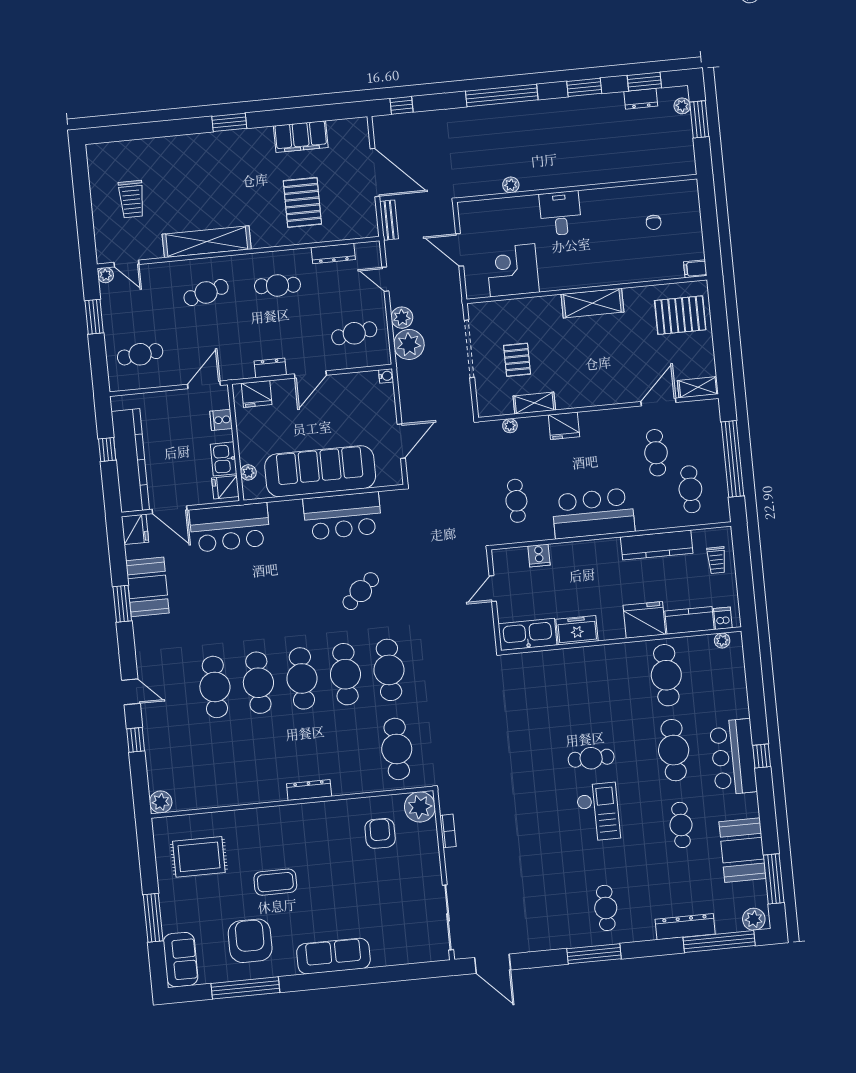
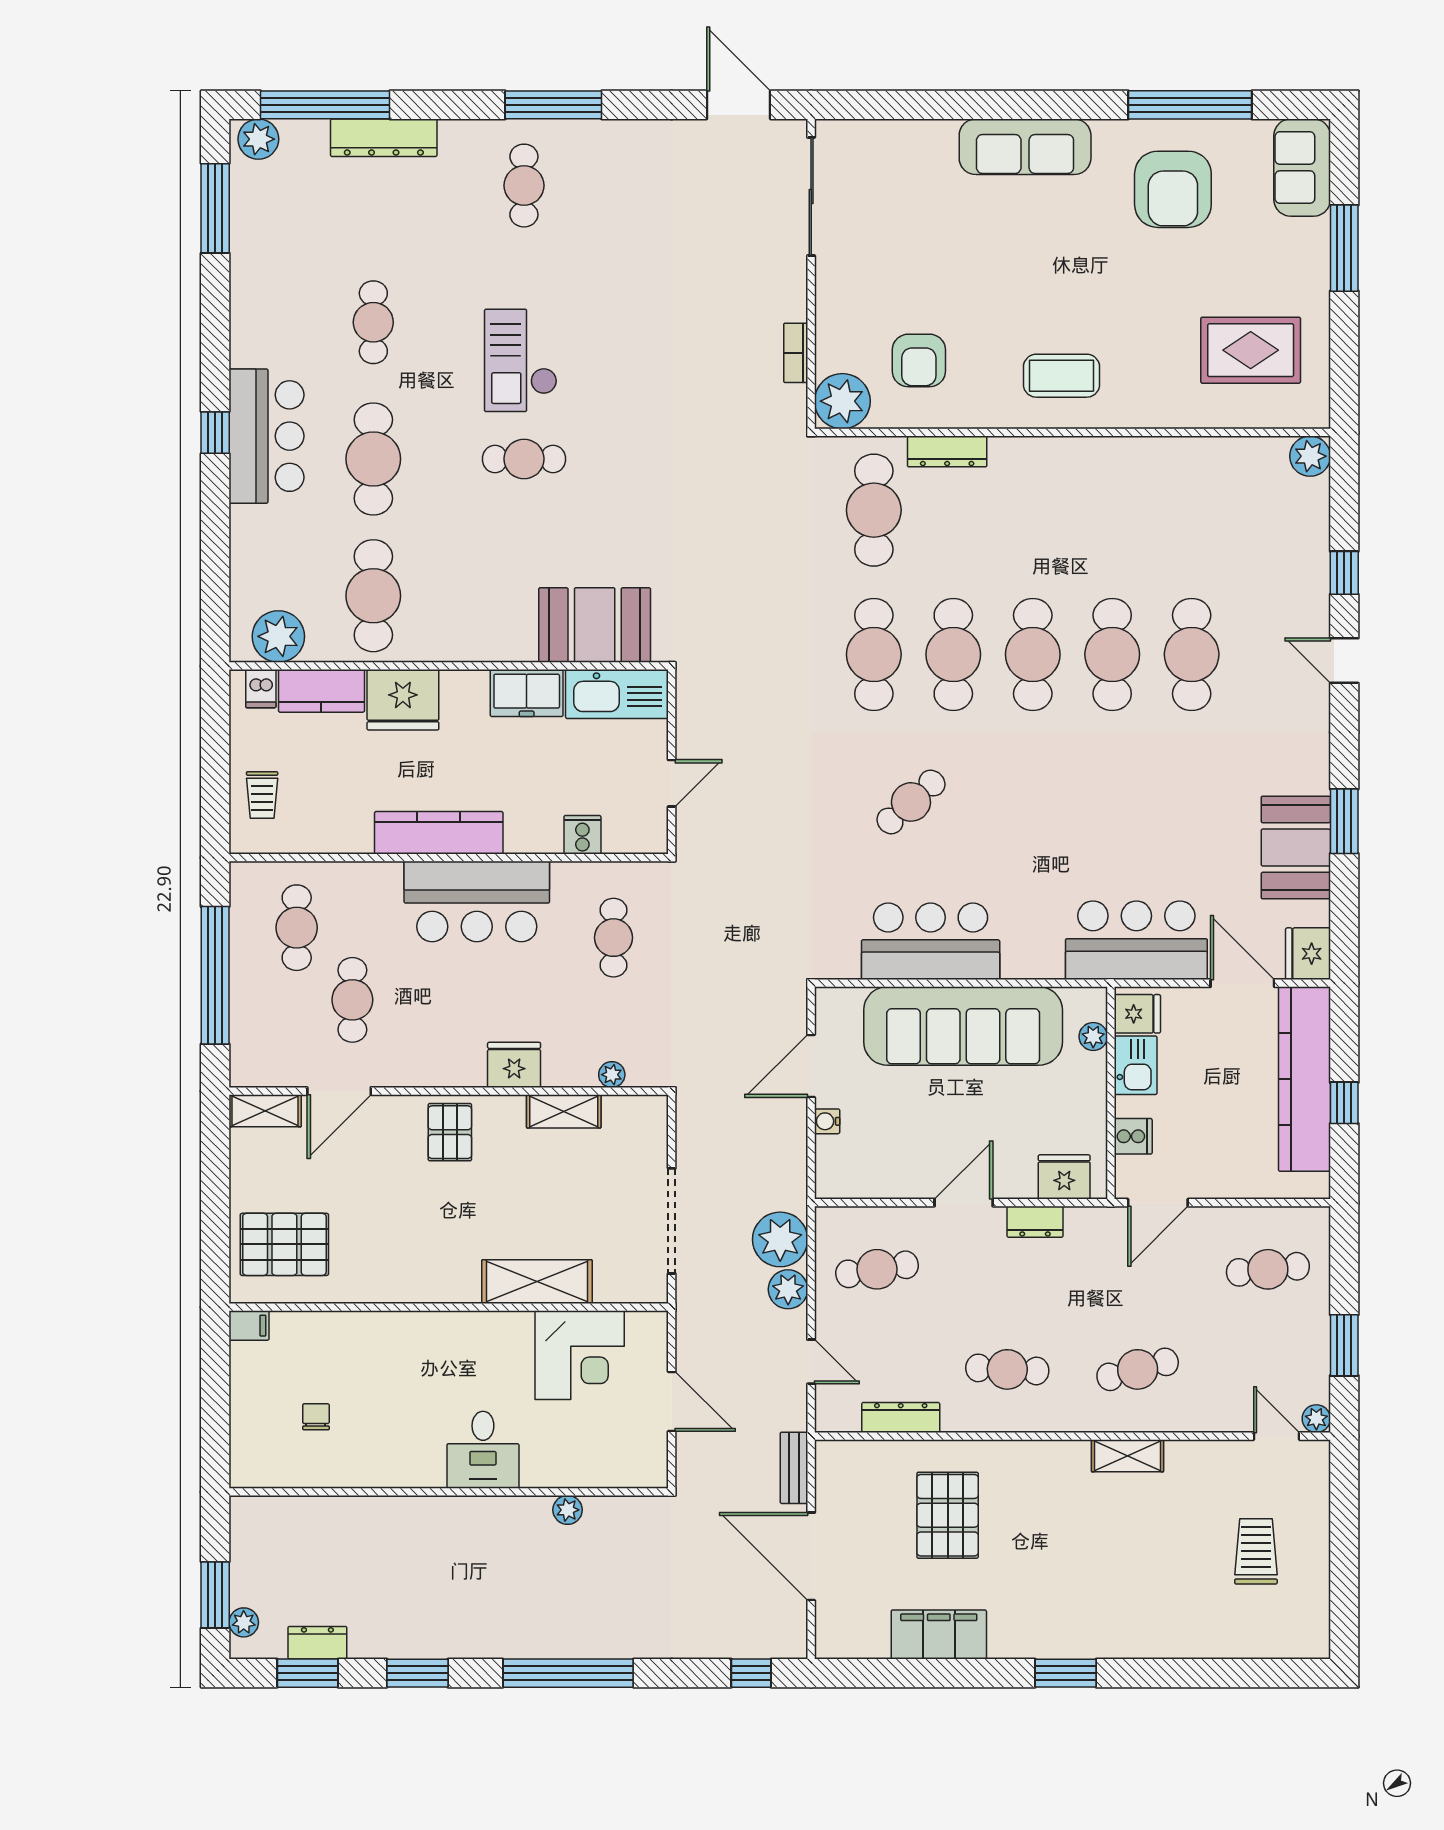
shelving: (207, 242) -> (1127, 1456), width x0.45, depth x0.75
shelving: (592, 303) -> (537, 1282), moved
pallet: (517, 360) -> (450, 1132), moved
water cooler: (386, 376) -> (827, 1121), moved
kitchen counter: (657, 545) -> (439, 833), moved
trolley: (717, 560) -> (262, 795), turned 180
plant: (722, 640) -> (278, 636), width x1.88, depth x1.88
dresser: (309, 790) -> (947, 451), moved
booth: (742, 850) -> (595, 625), moved, turned 90
coffee table: (275, 882) -> (1061, 376), moved

